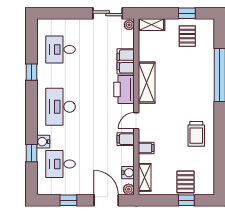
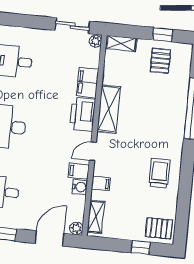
trolley: (196, 134) -> (160, 173), turned 180
water cooler: (128, 173) -> (80, 187), moved
pallet: (185, 182) -> (159, 228), moved, turned 90
door: (106, 200) -> (49, 238), hinge flipped

